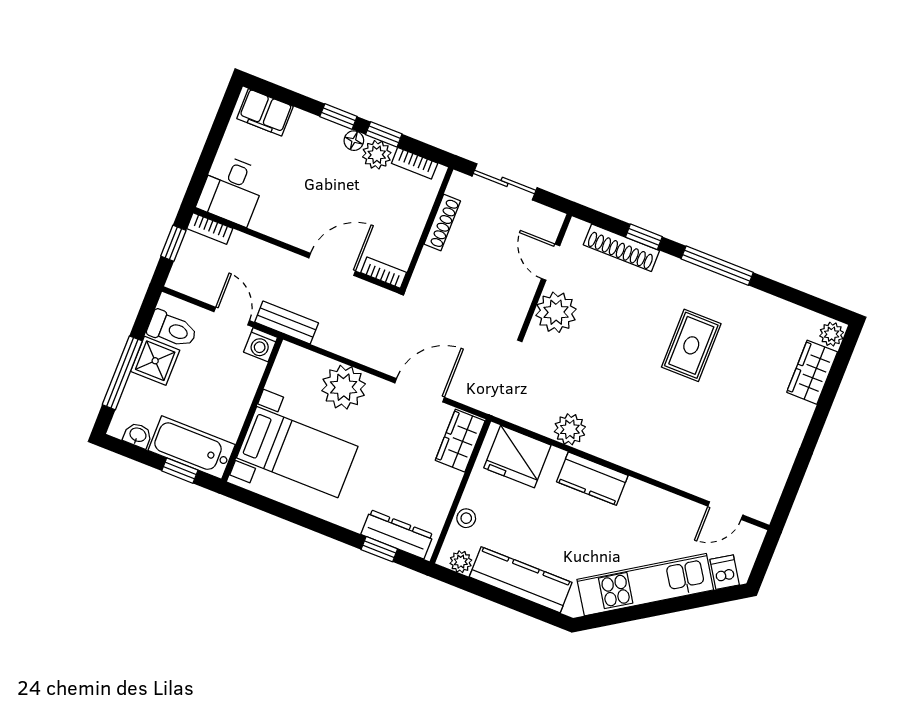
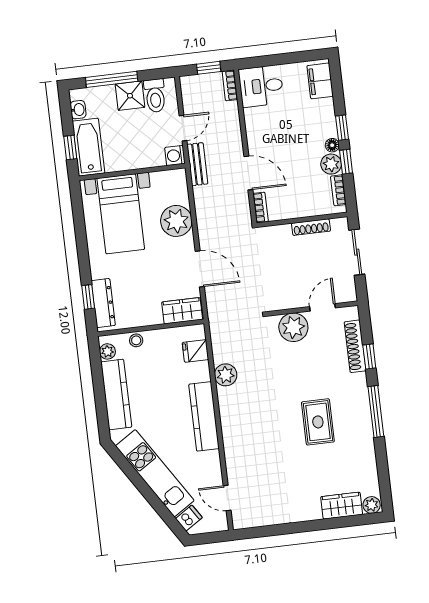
rug: (691, 345) -> (318, 422), turned 90
fridge: (517, 456) -> (195, 351), width x0.53, depth x0.75
kitchen counter: (592, 479) -> (204, 416), width x1.50

